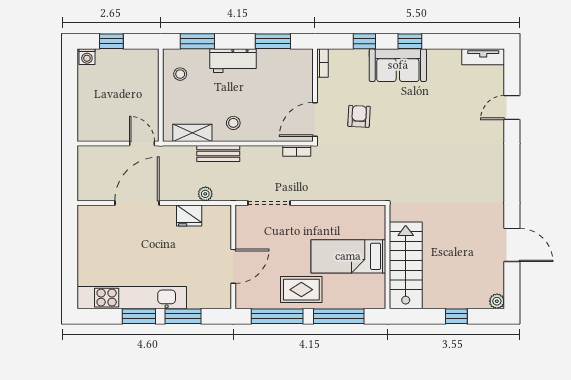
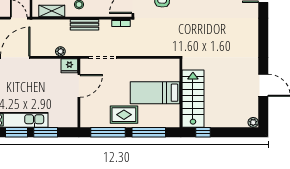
bench: (218, 153) -> (84, 25), moved
fridge: (189, 215) -> (69, 66), moved
door: (233, 266) -> (79, 86), moved
window: (456, 316) -> (203, 132), moved

